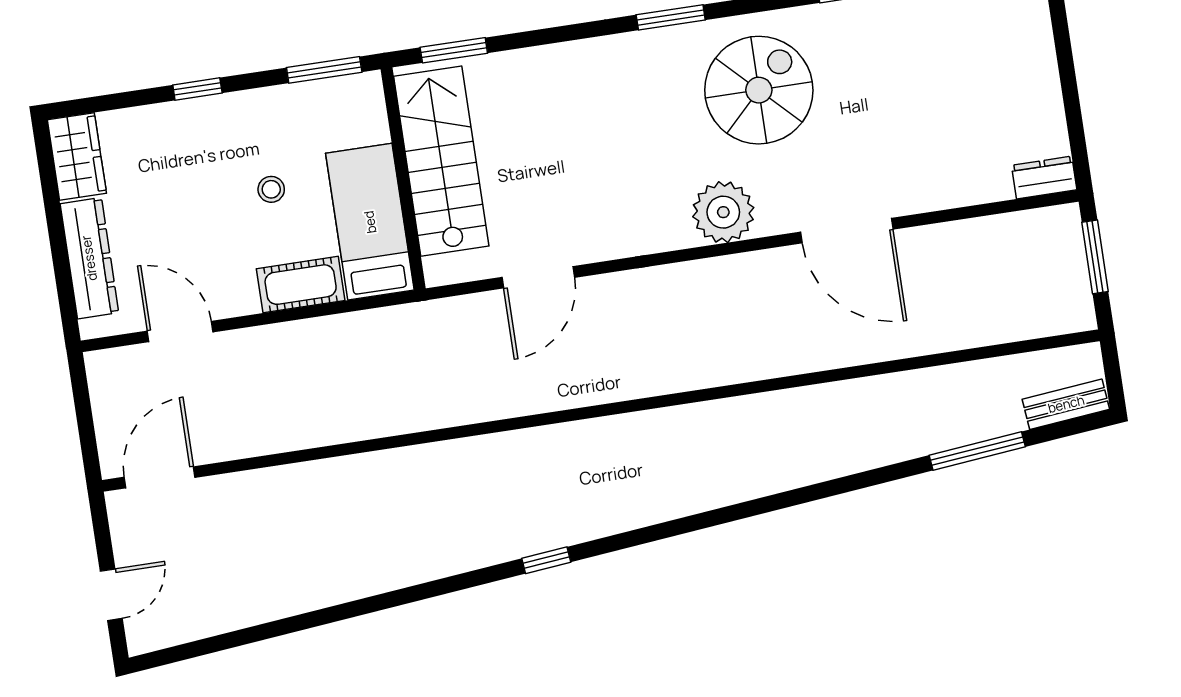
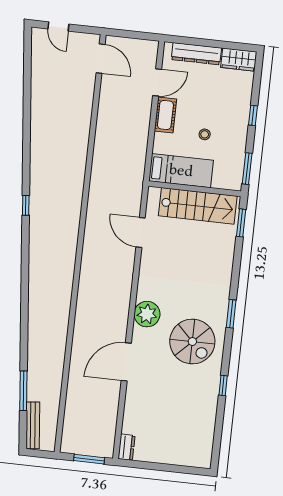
cot: (301, 285) -> (165, 115), moved
bench: (1066, 404) -> (33, 425), width x1.36

